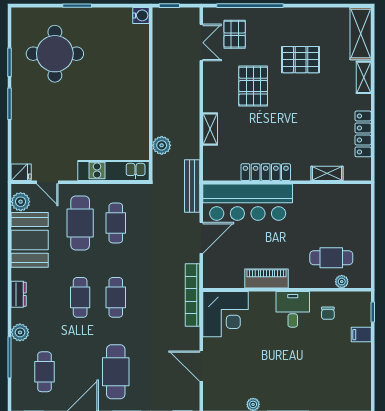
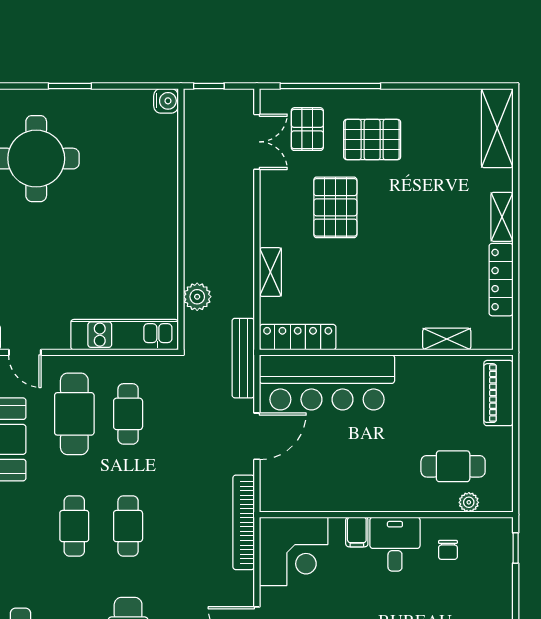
pallet: (301, 60) -> (372, 140), moved
shelving: (364, 77) -> (502, 217), moved
locker: (266, 172) -> (298, 337), moved
piano: (267, 278) -> (498, 393), moved, turned -90
filing cabinet: (361, 335) -> (357, 532), moved, turned -90

